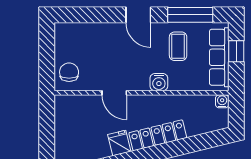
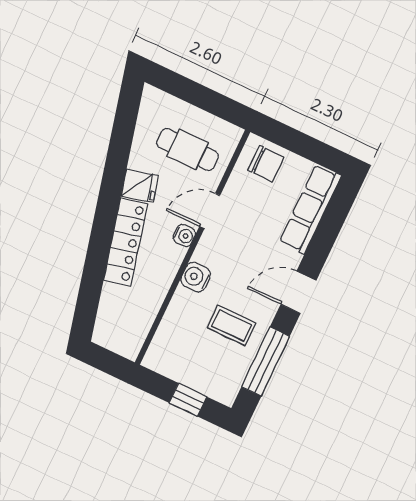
row of seats: (219, 57) -> (310, 209), moved, turned -90
water cooler: (222, 101) -> (184, 235), moved
cafe table: (83, 124) -> (188, 149), added

